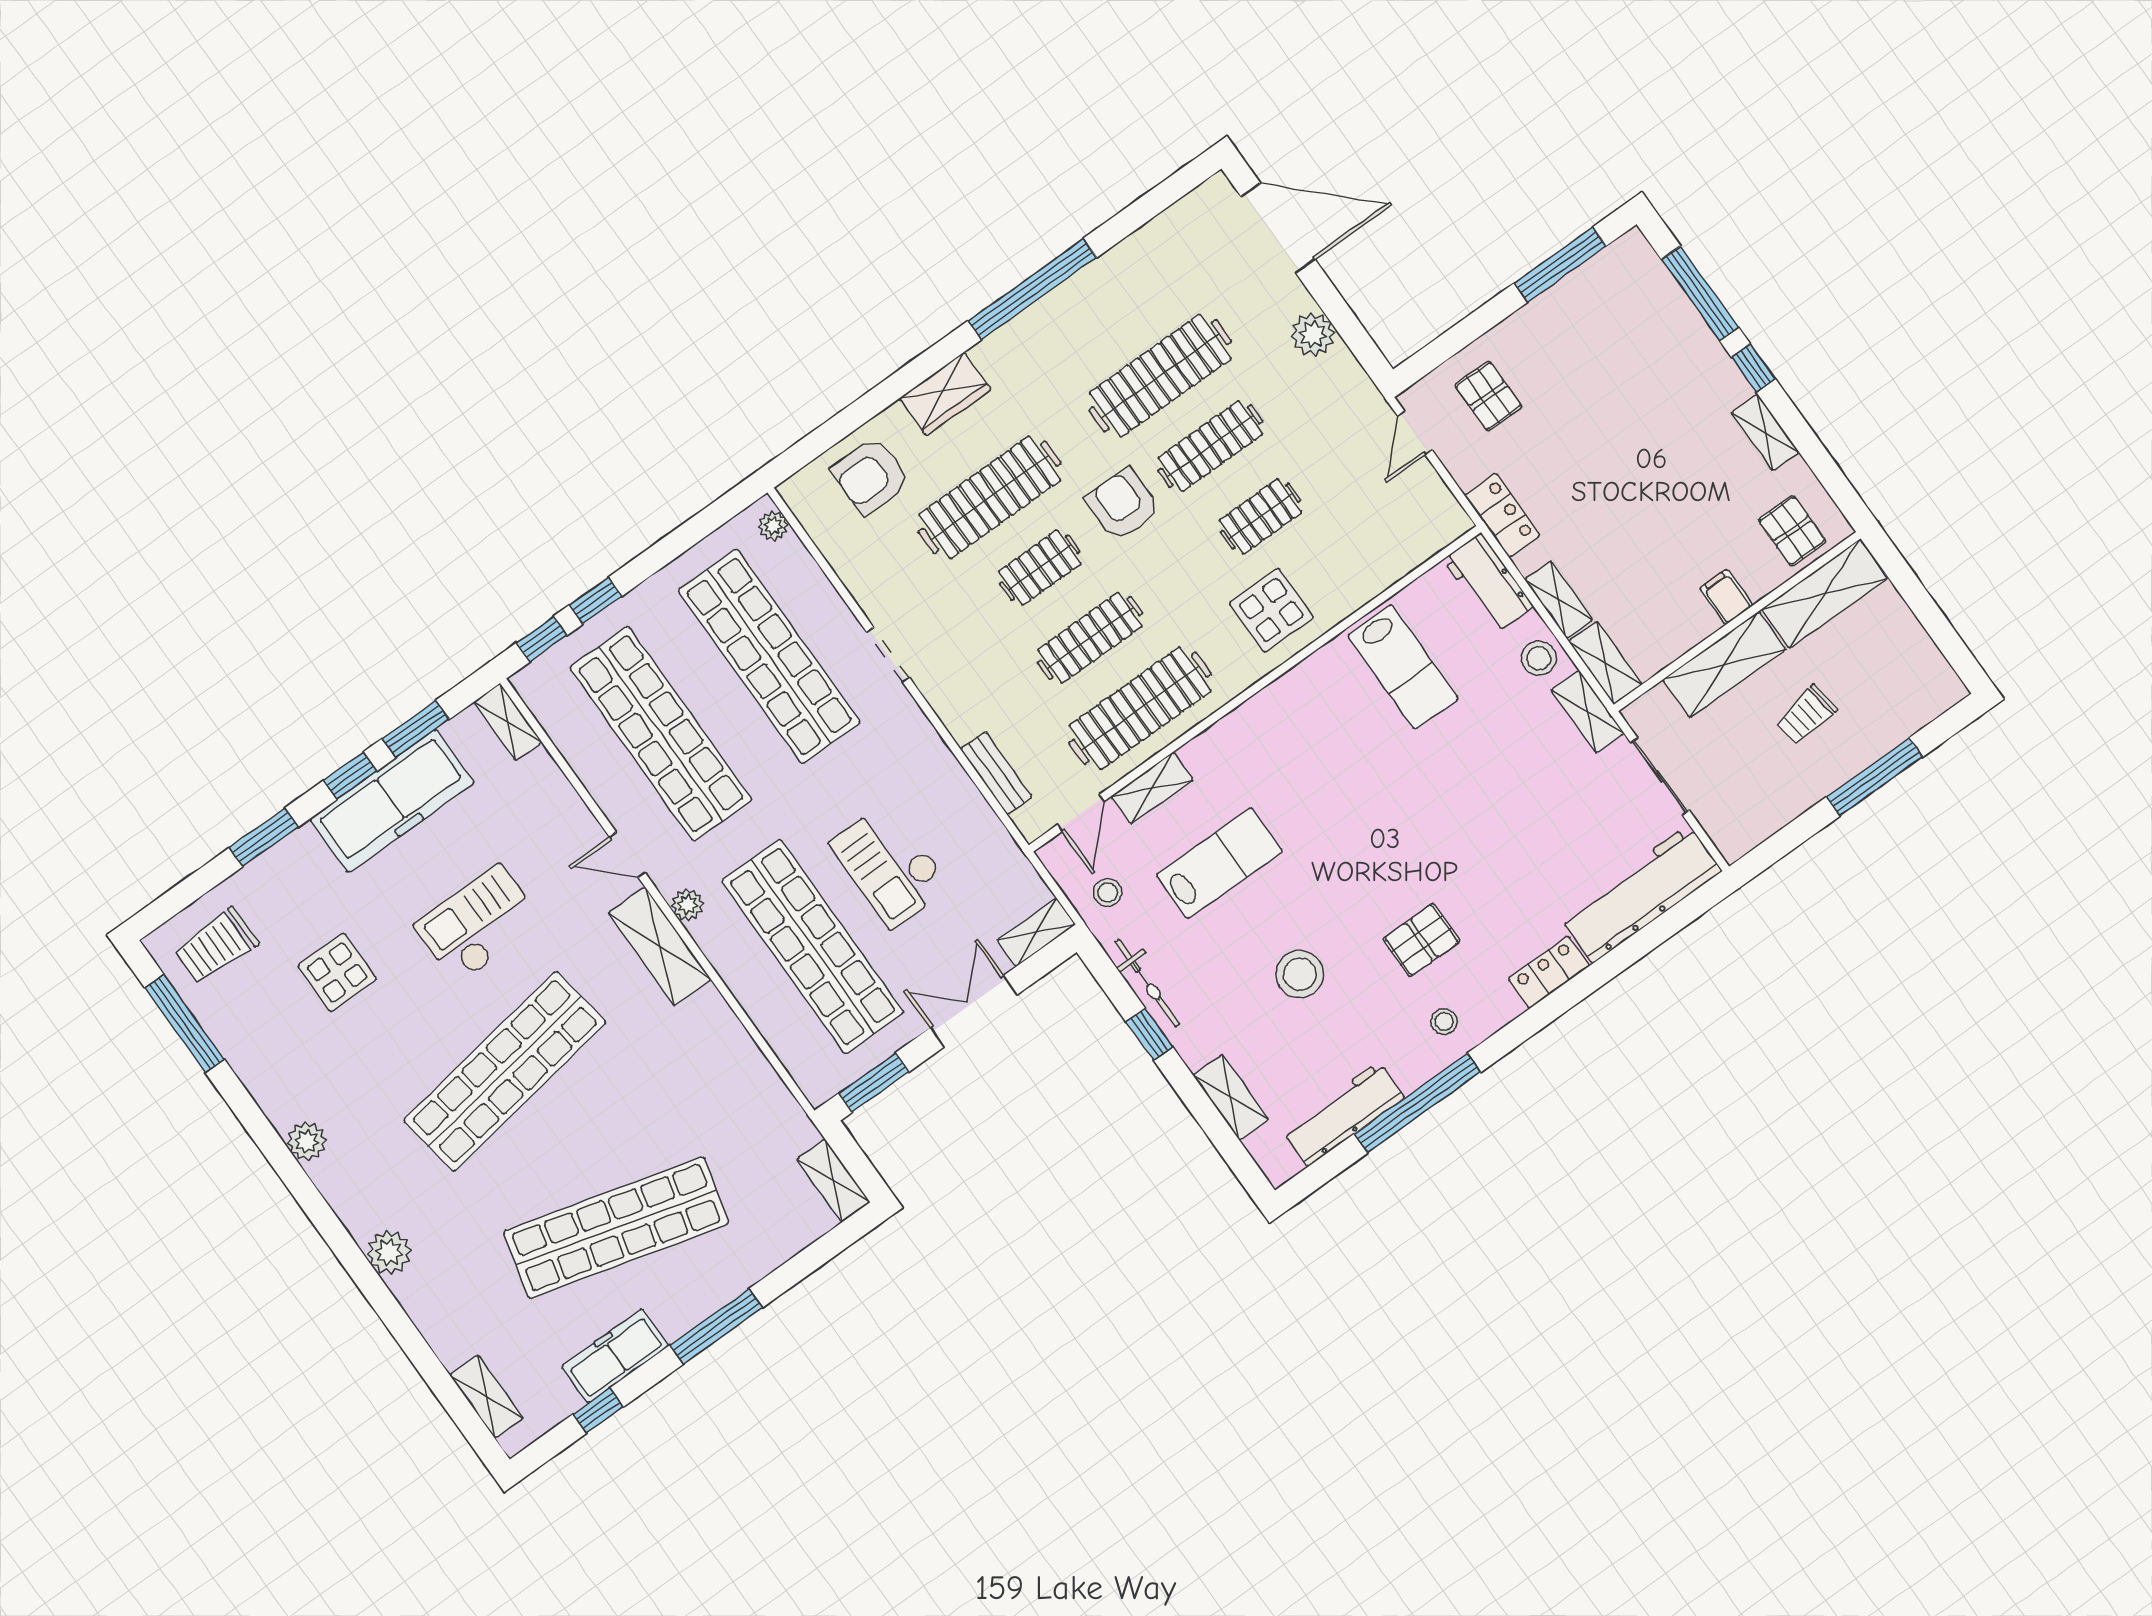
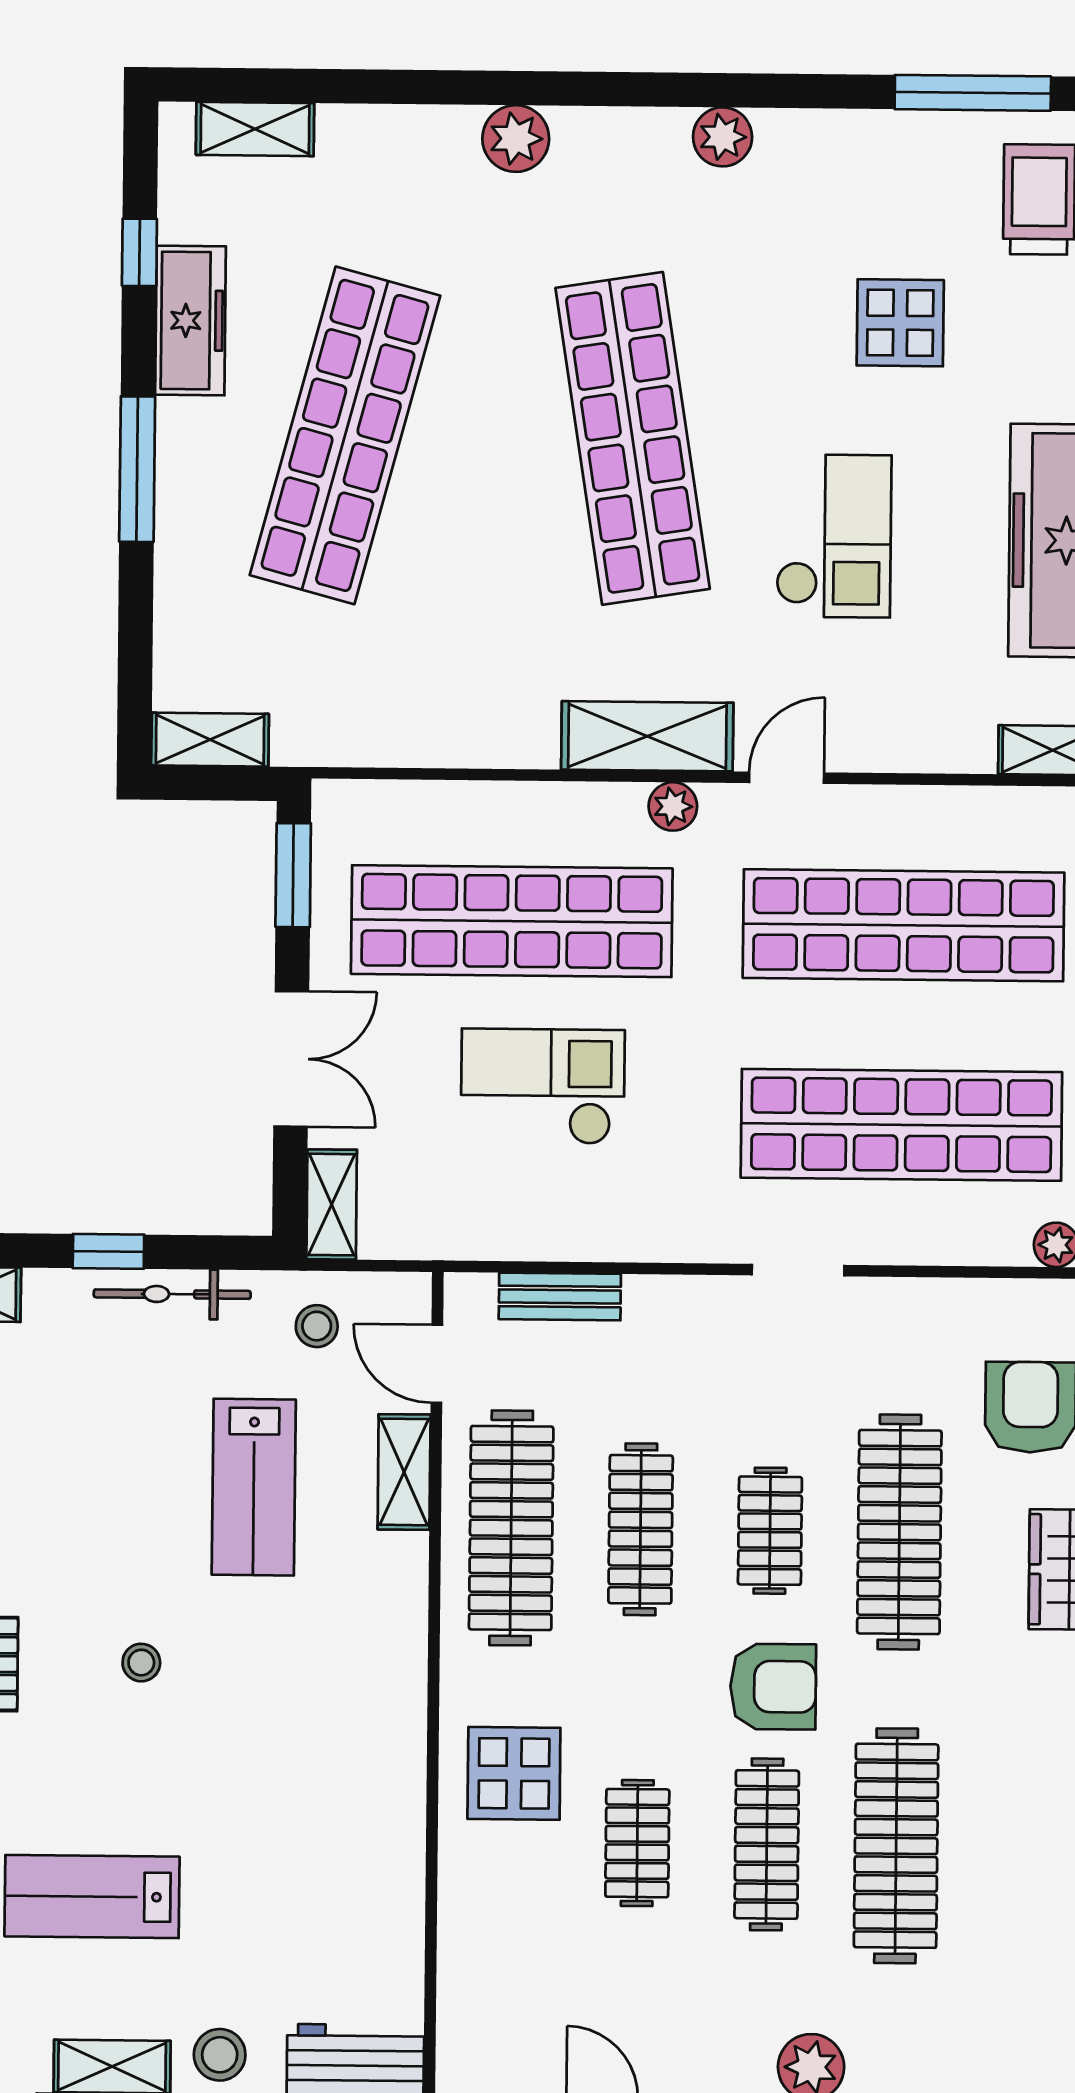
lab bench: (1403, 667) -> (92, 1897), moved
stool: (1300, 974) -> (141, 1663), moved, width x0.53, depth x0.53

